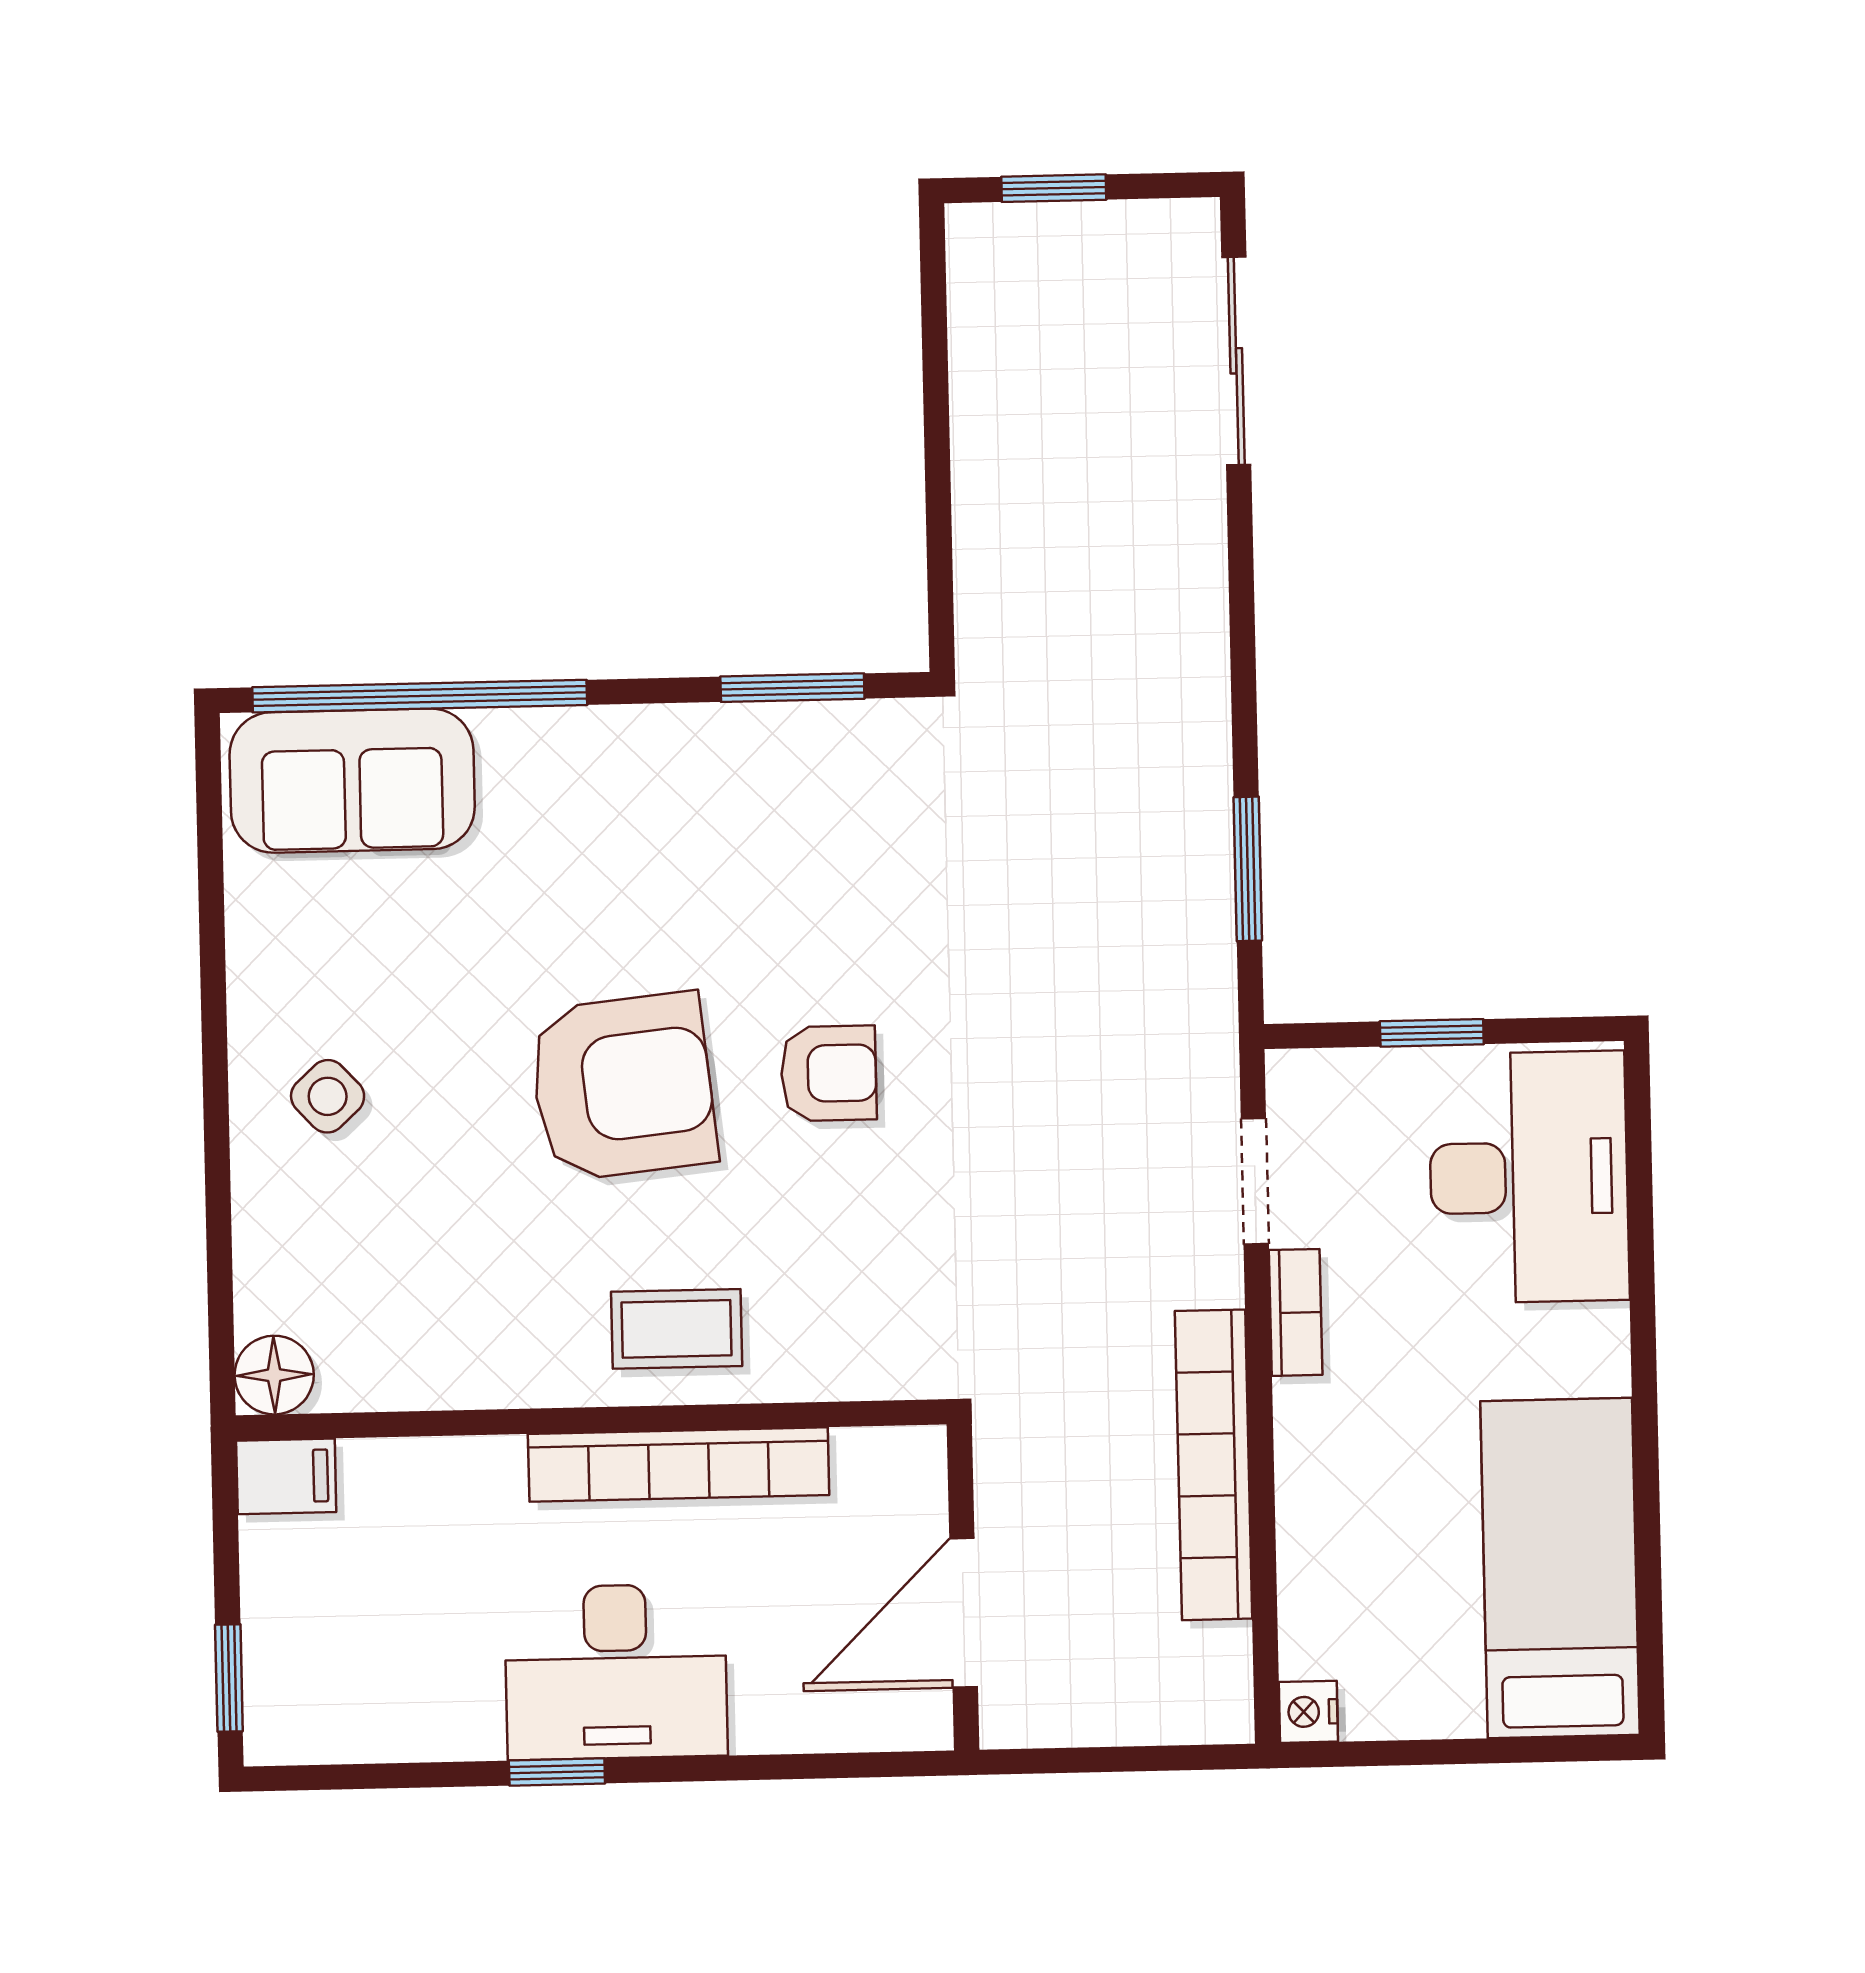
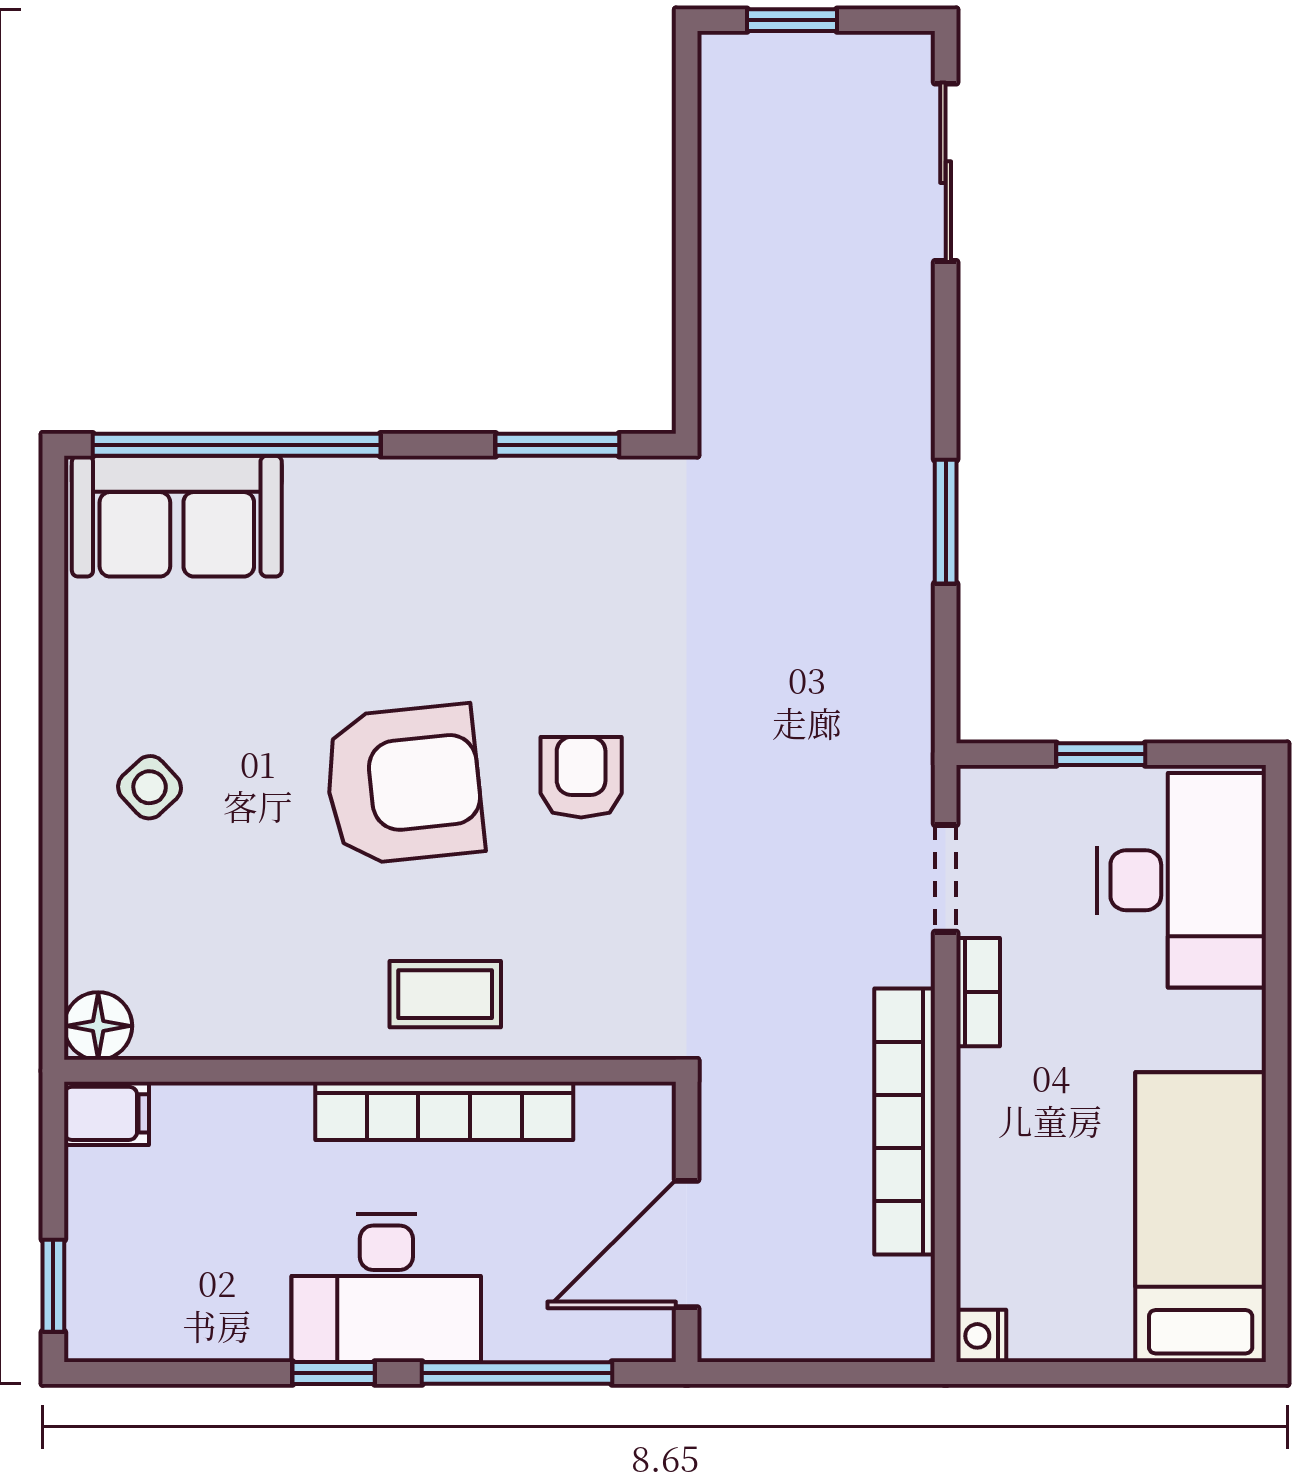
window: (1248, 869) -> (946, 522), moved
armchair: (829, 1073) -> (581, 777), turned -90
window: (770, 1767) -> (517, 1373), added

